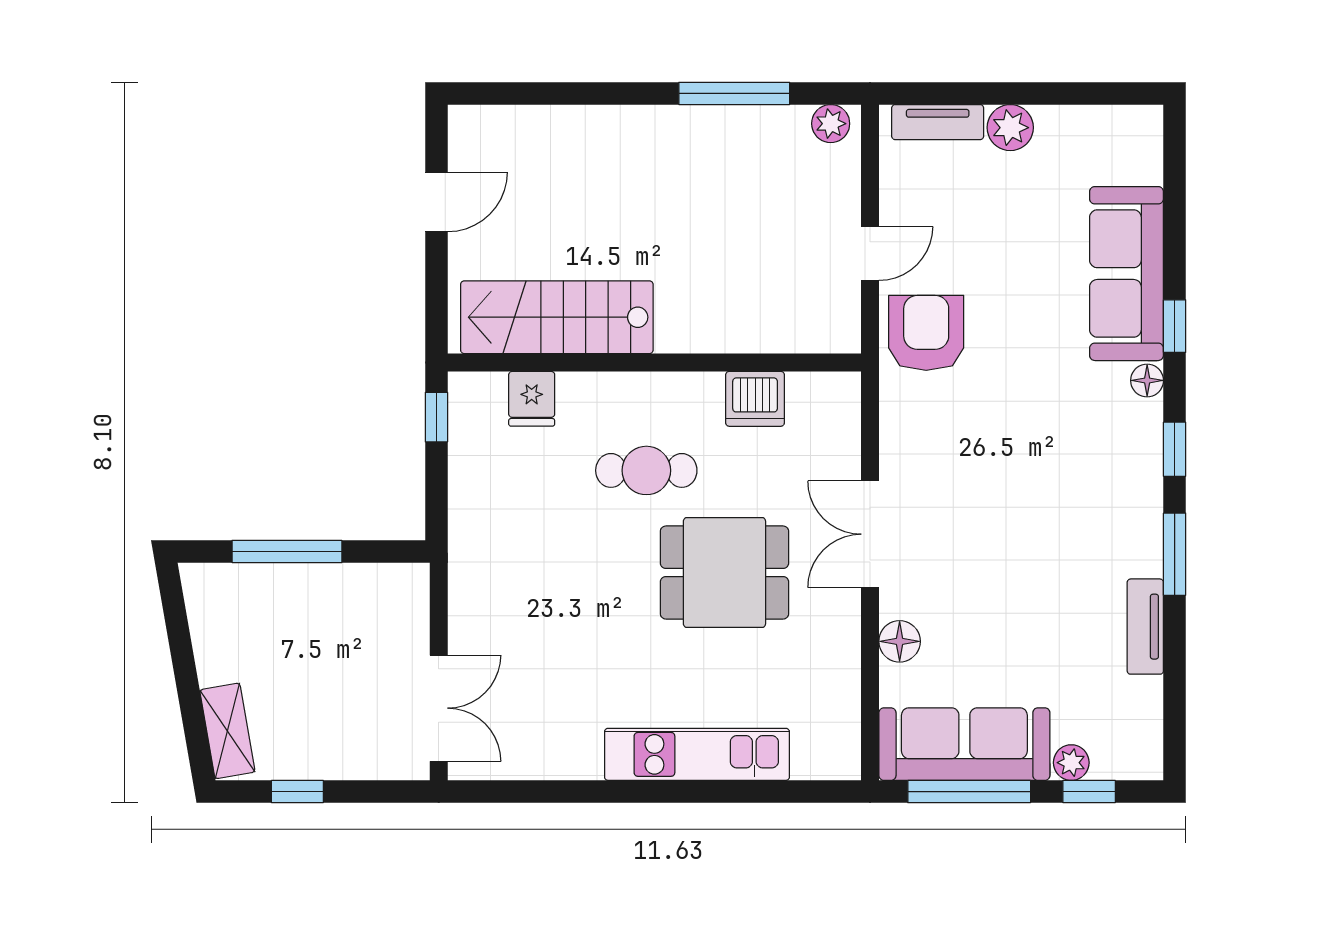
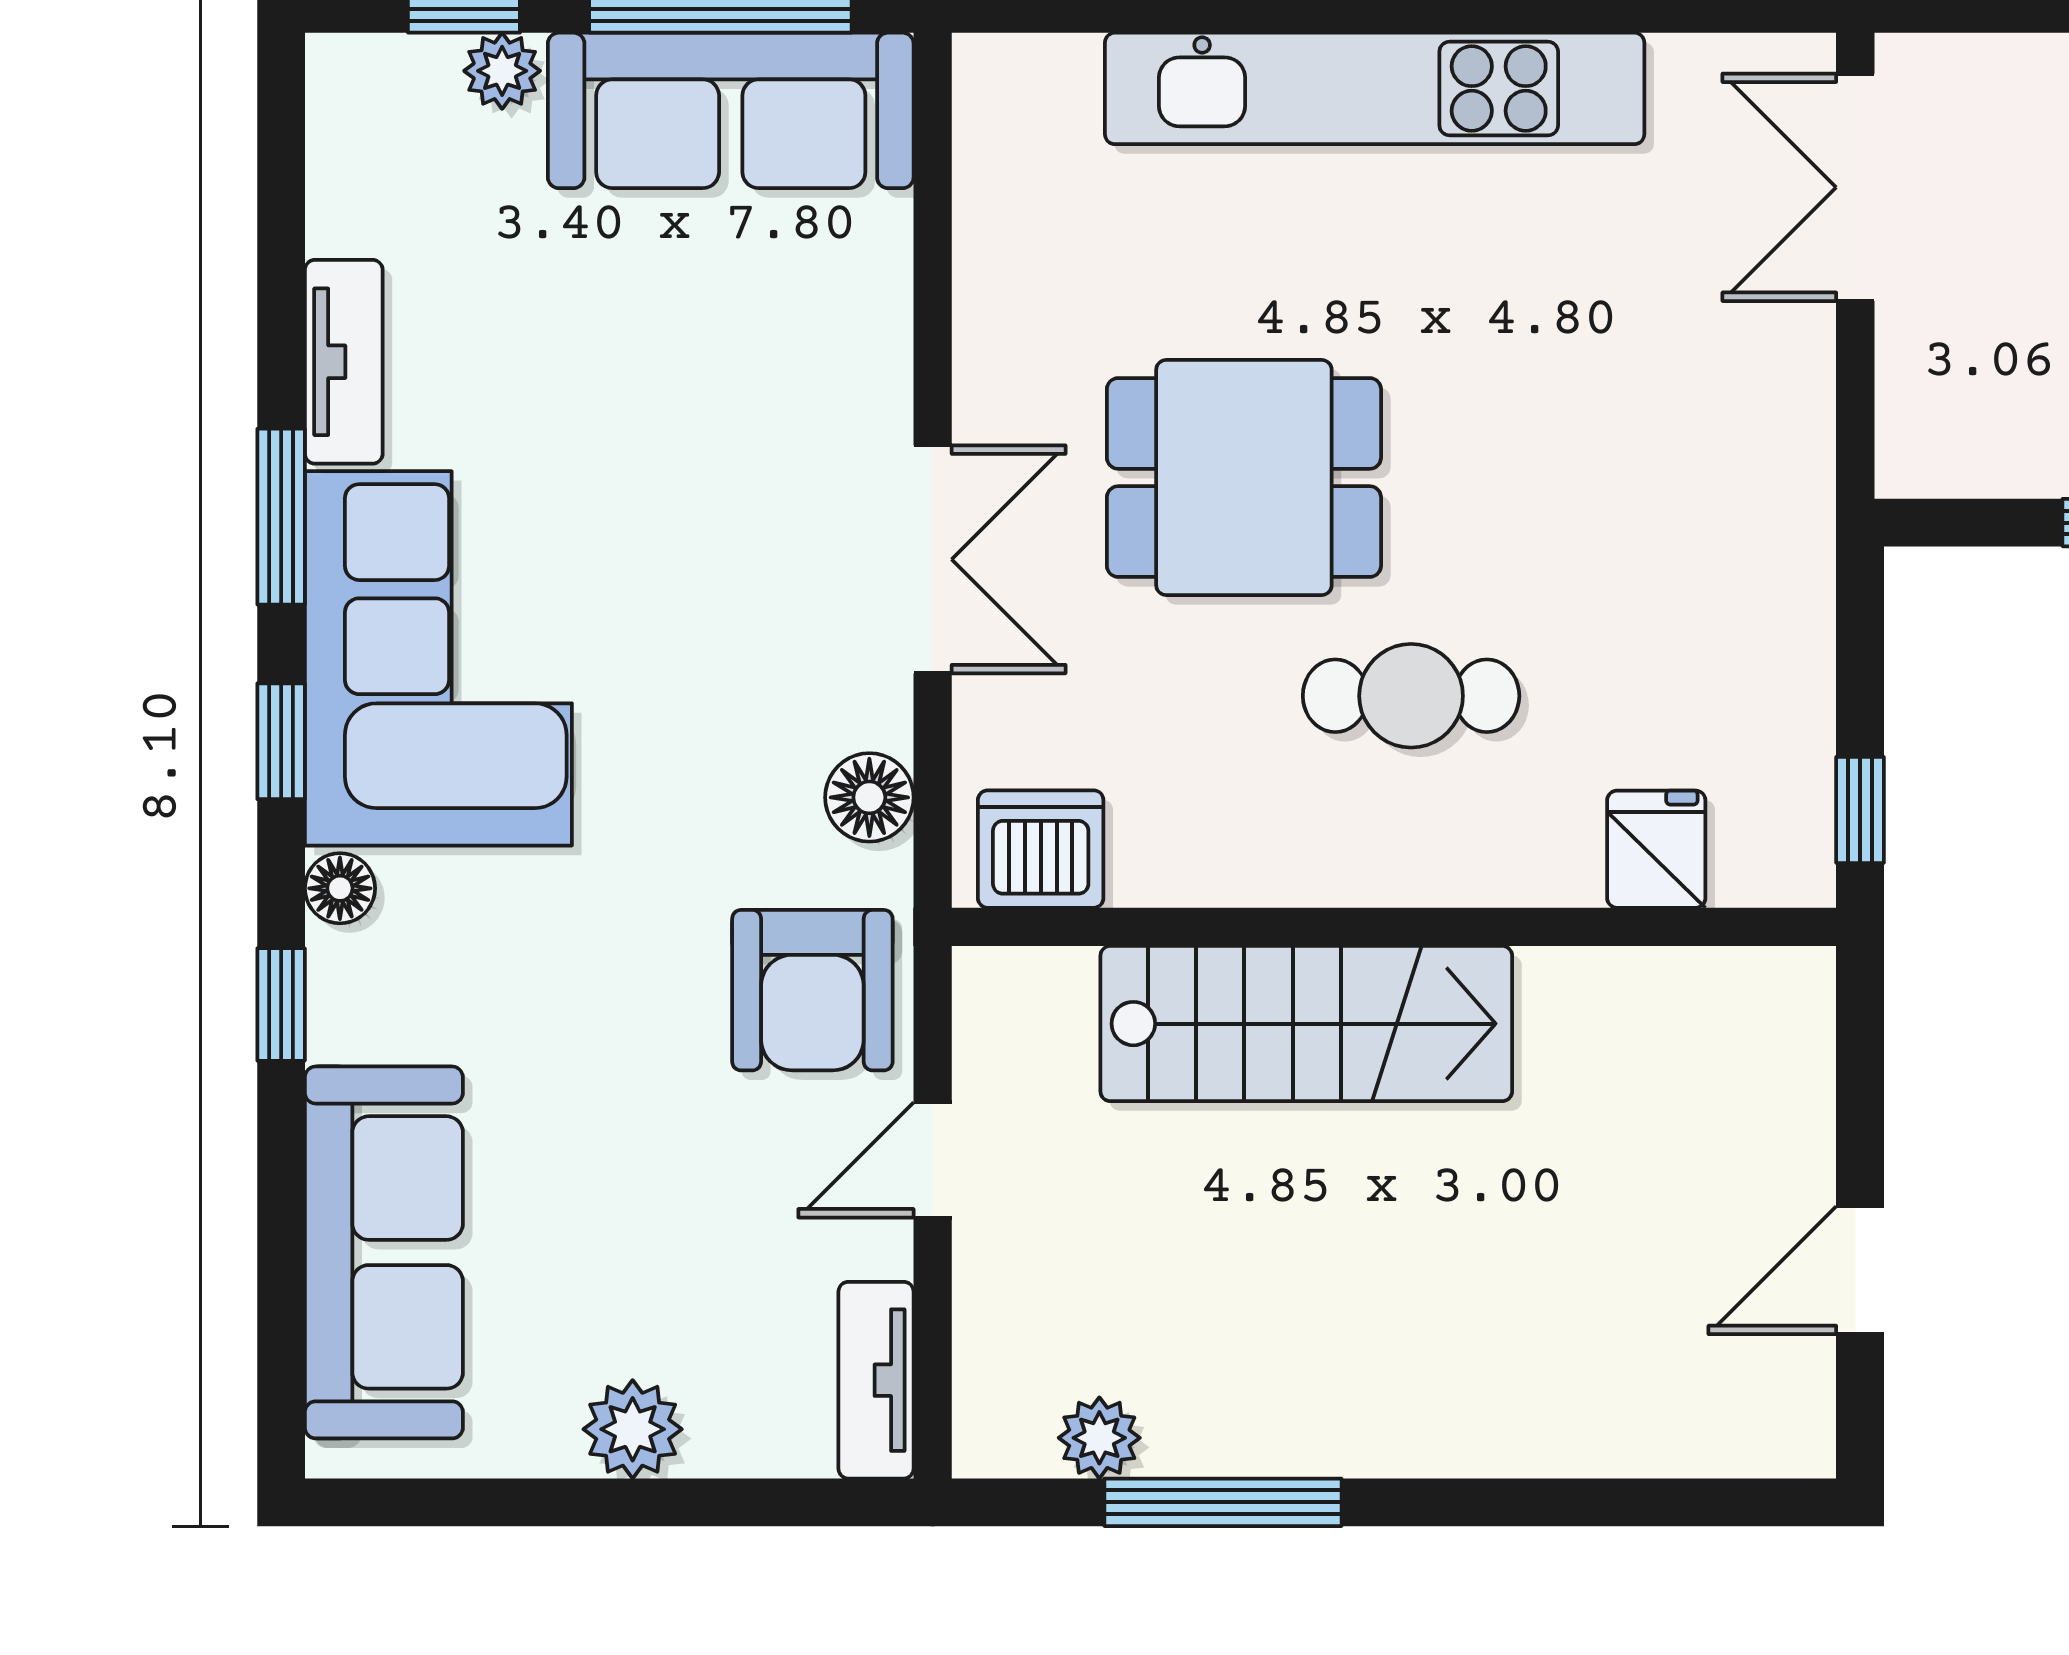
tv unit: (938, 122) -> (876, 1380), moved, turned -90
plant: (831, 124) -> (1099, 1438), moved
sofa: (1127, 274) -> (384, 1252), moved
stairs: (557, 317) -> (1306, 1024), moved
dishwasher: (755, 399) -> (1041, 849), moved
corner sofa: (1101, 488) -> (438, 658), added
floor lamp: (900, 641) -> (869, 797), moved
kitchen unit: (697, 754) -> (1375, 88), width x1.36

